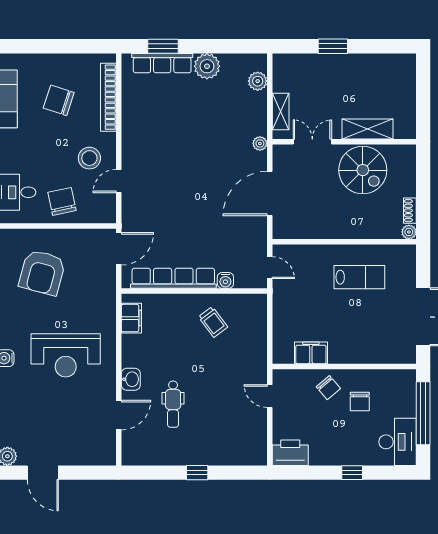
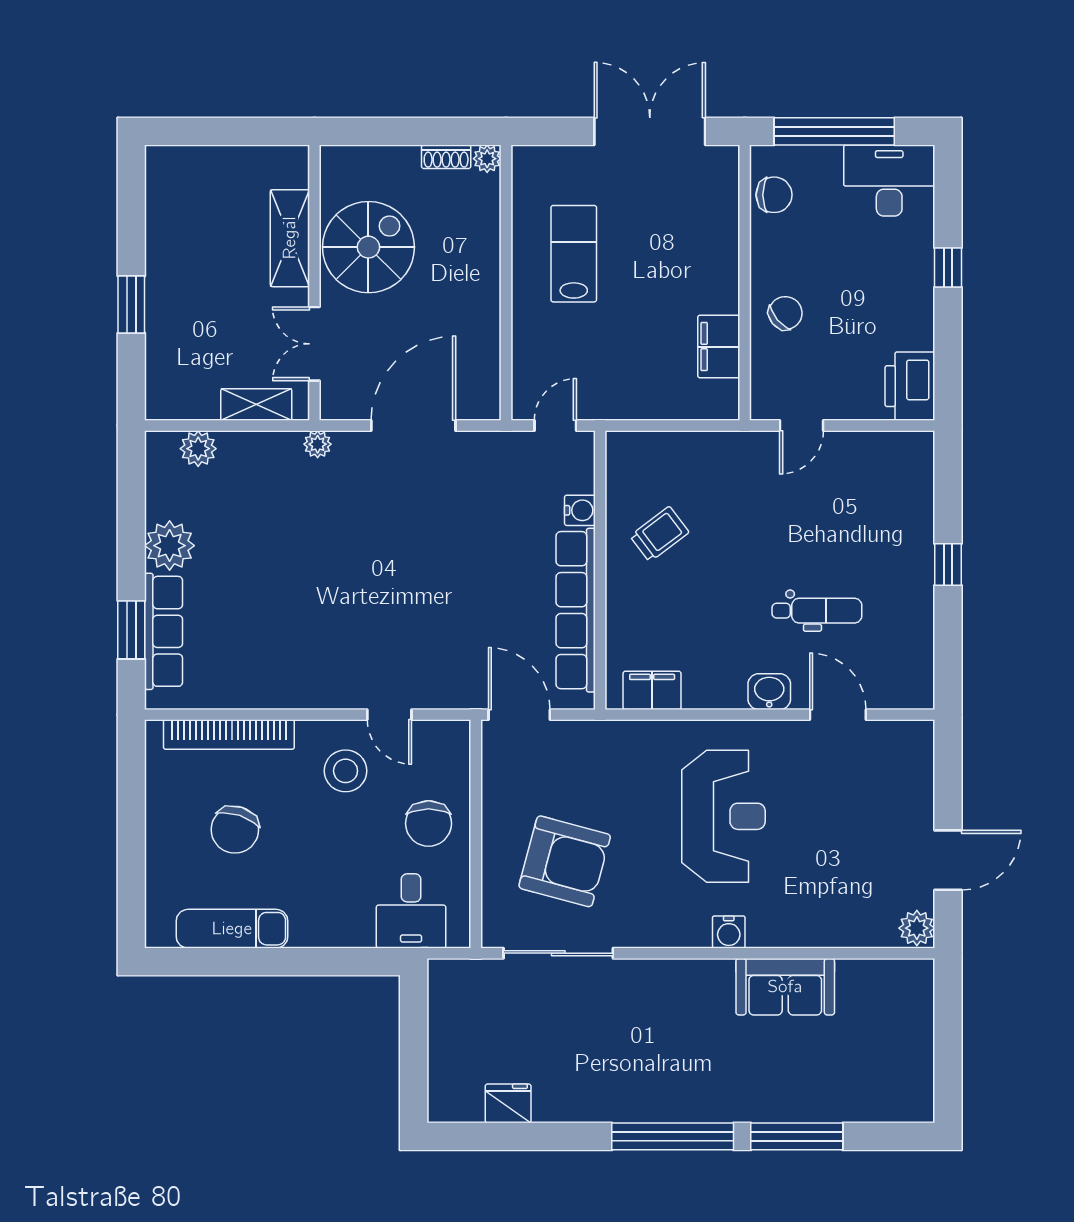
door: (270, 194) -> (413, 426), swing flipped
chair: (62, 201) -> (429, 824), turned -78
chair: (360, 402) -> (774, 195), moved

